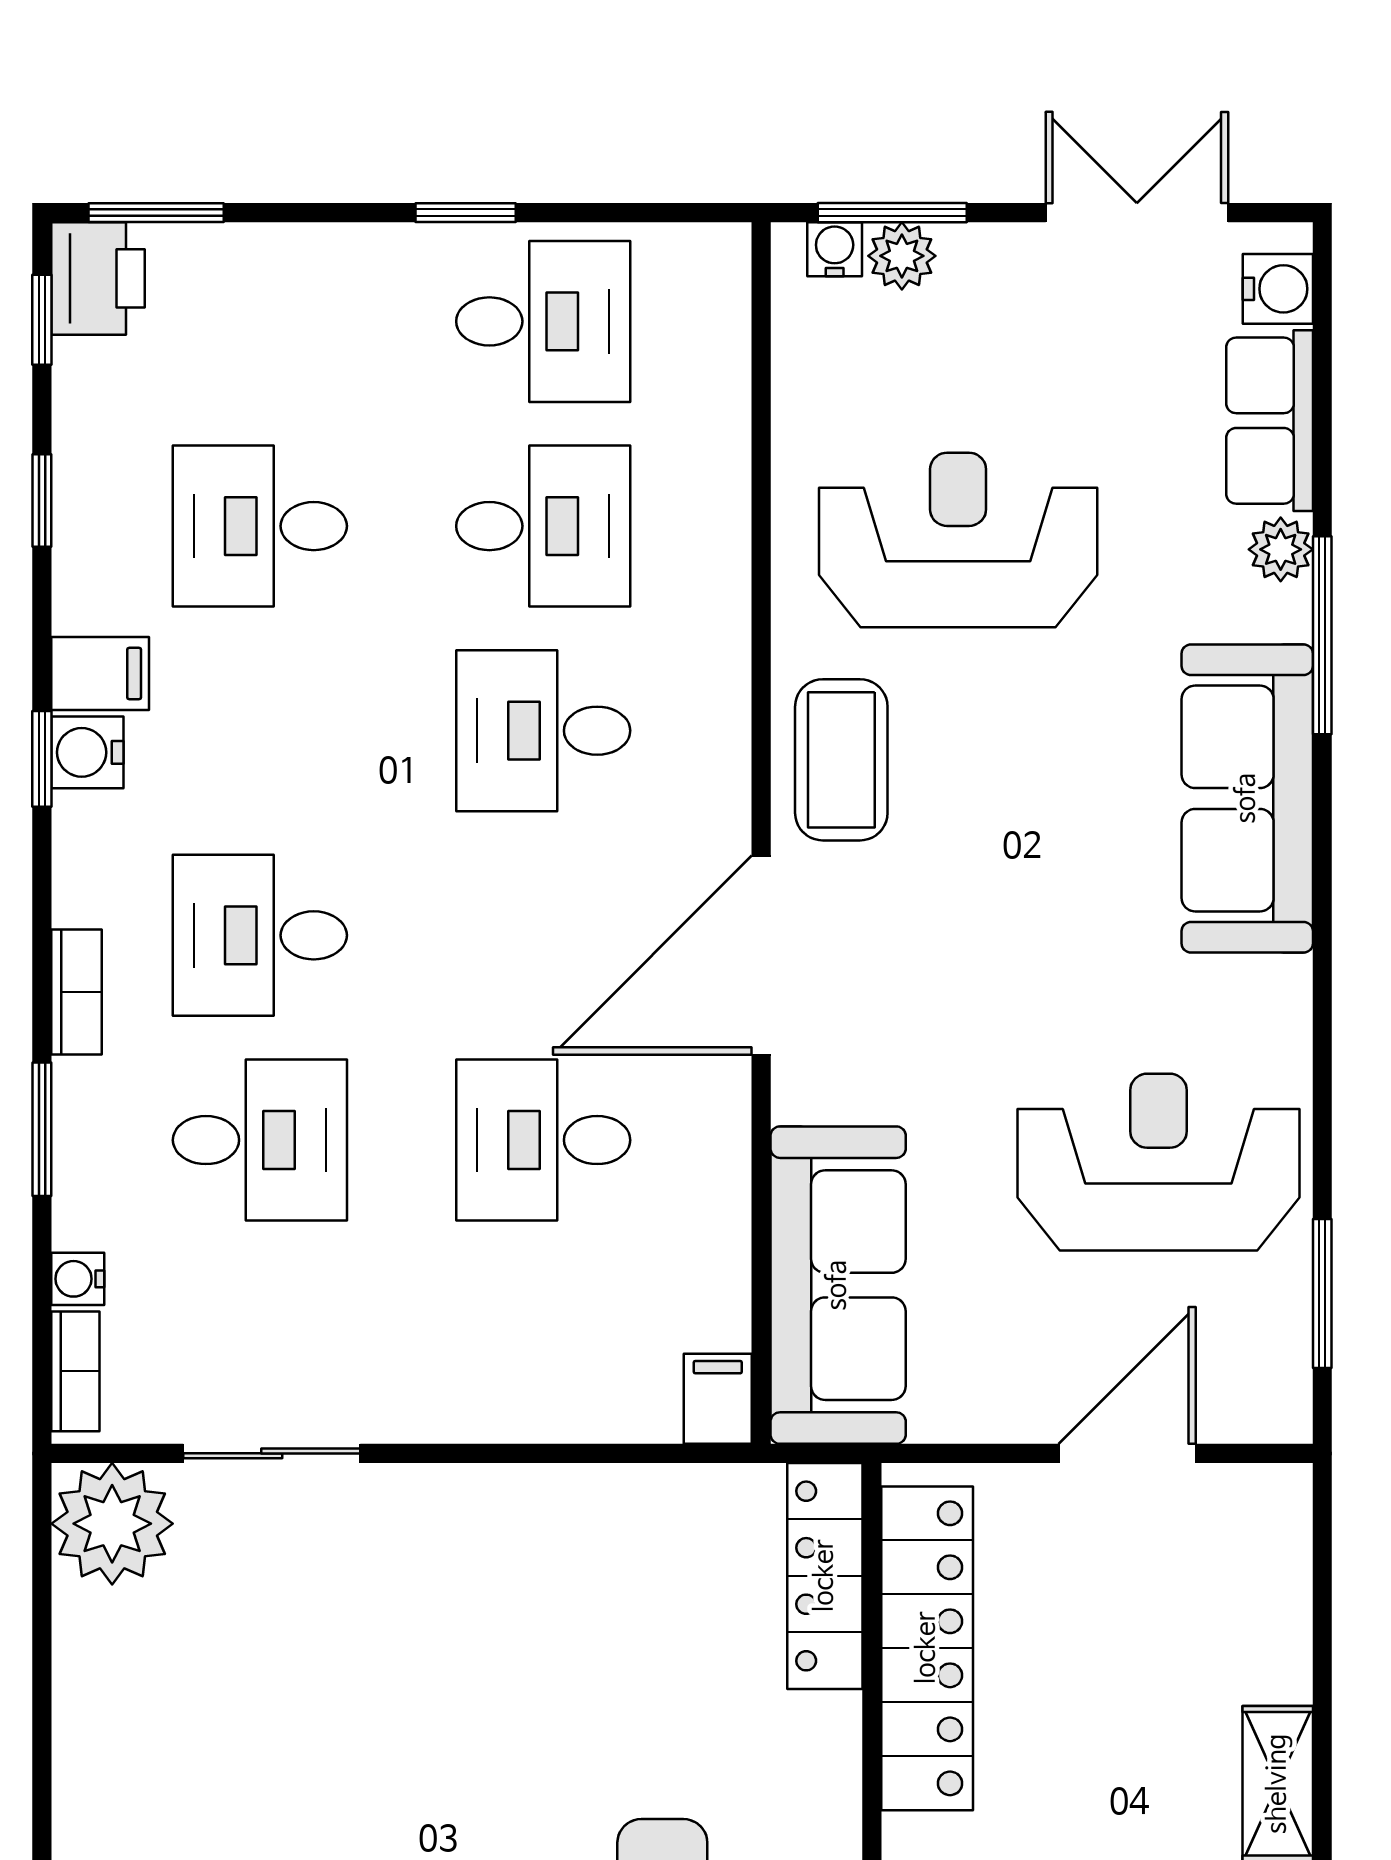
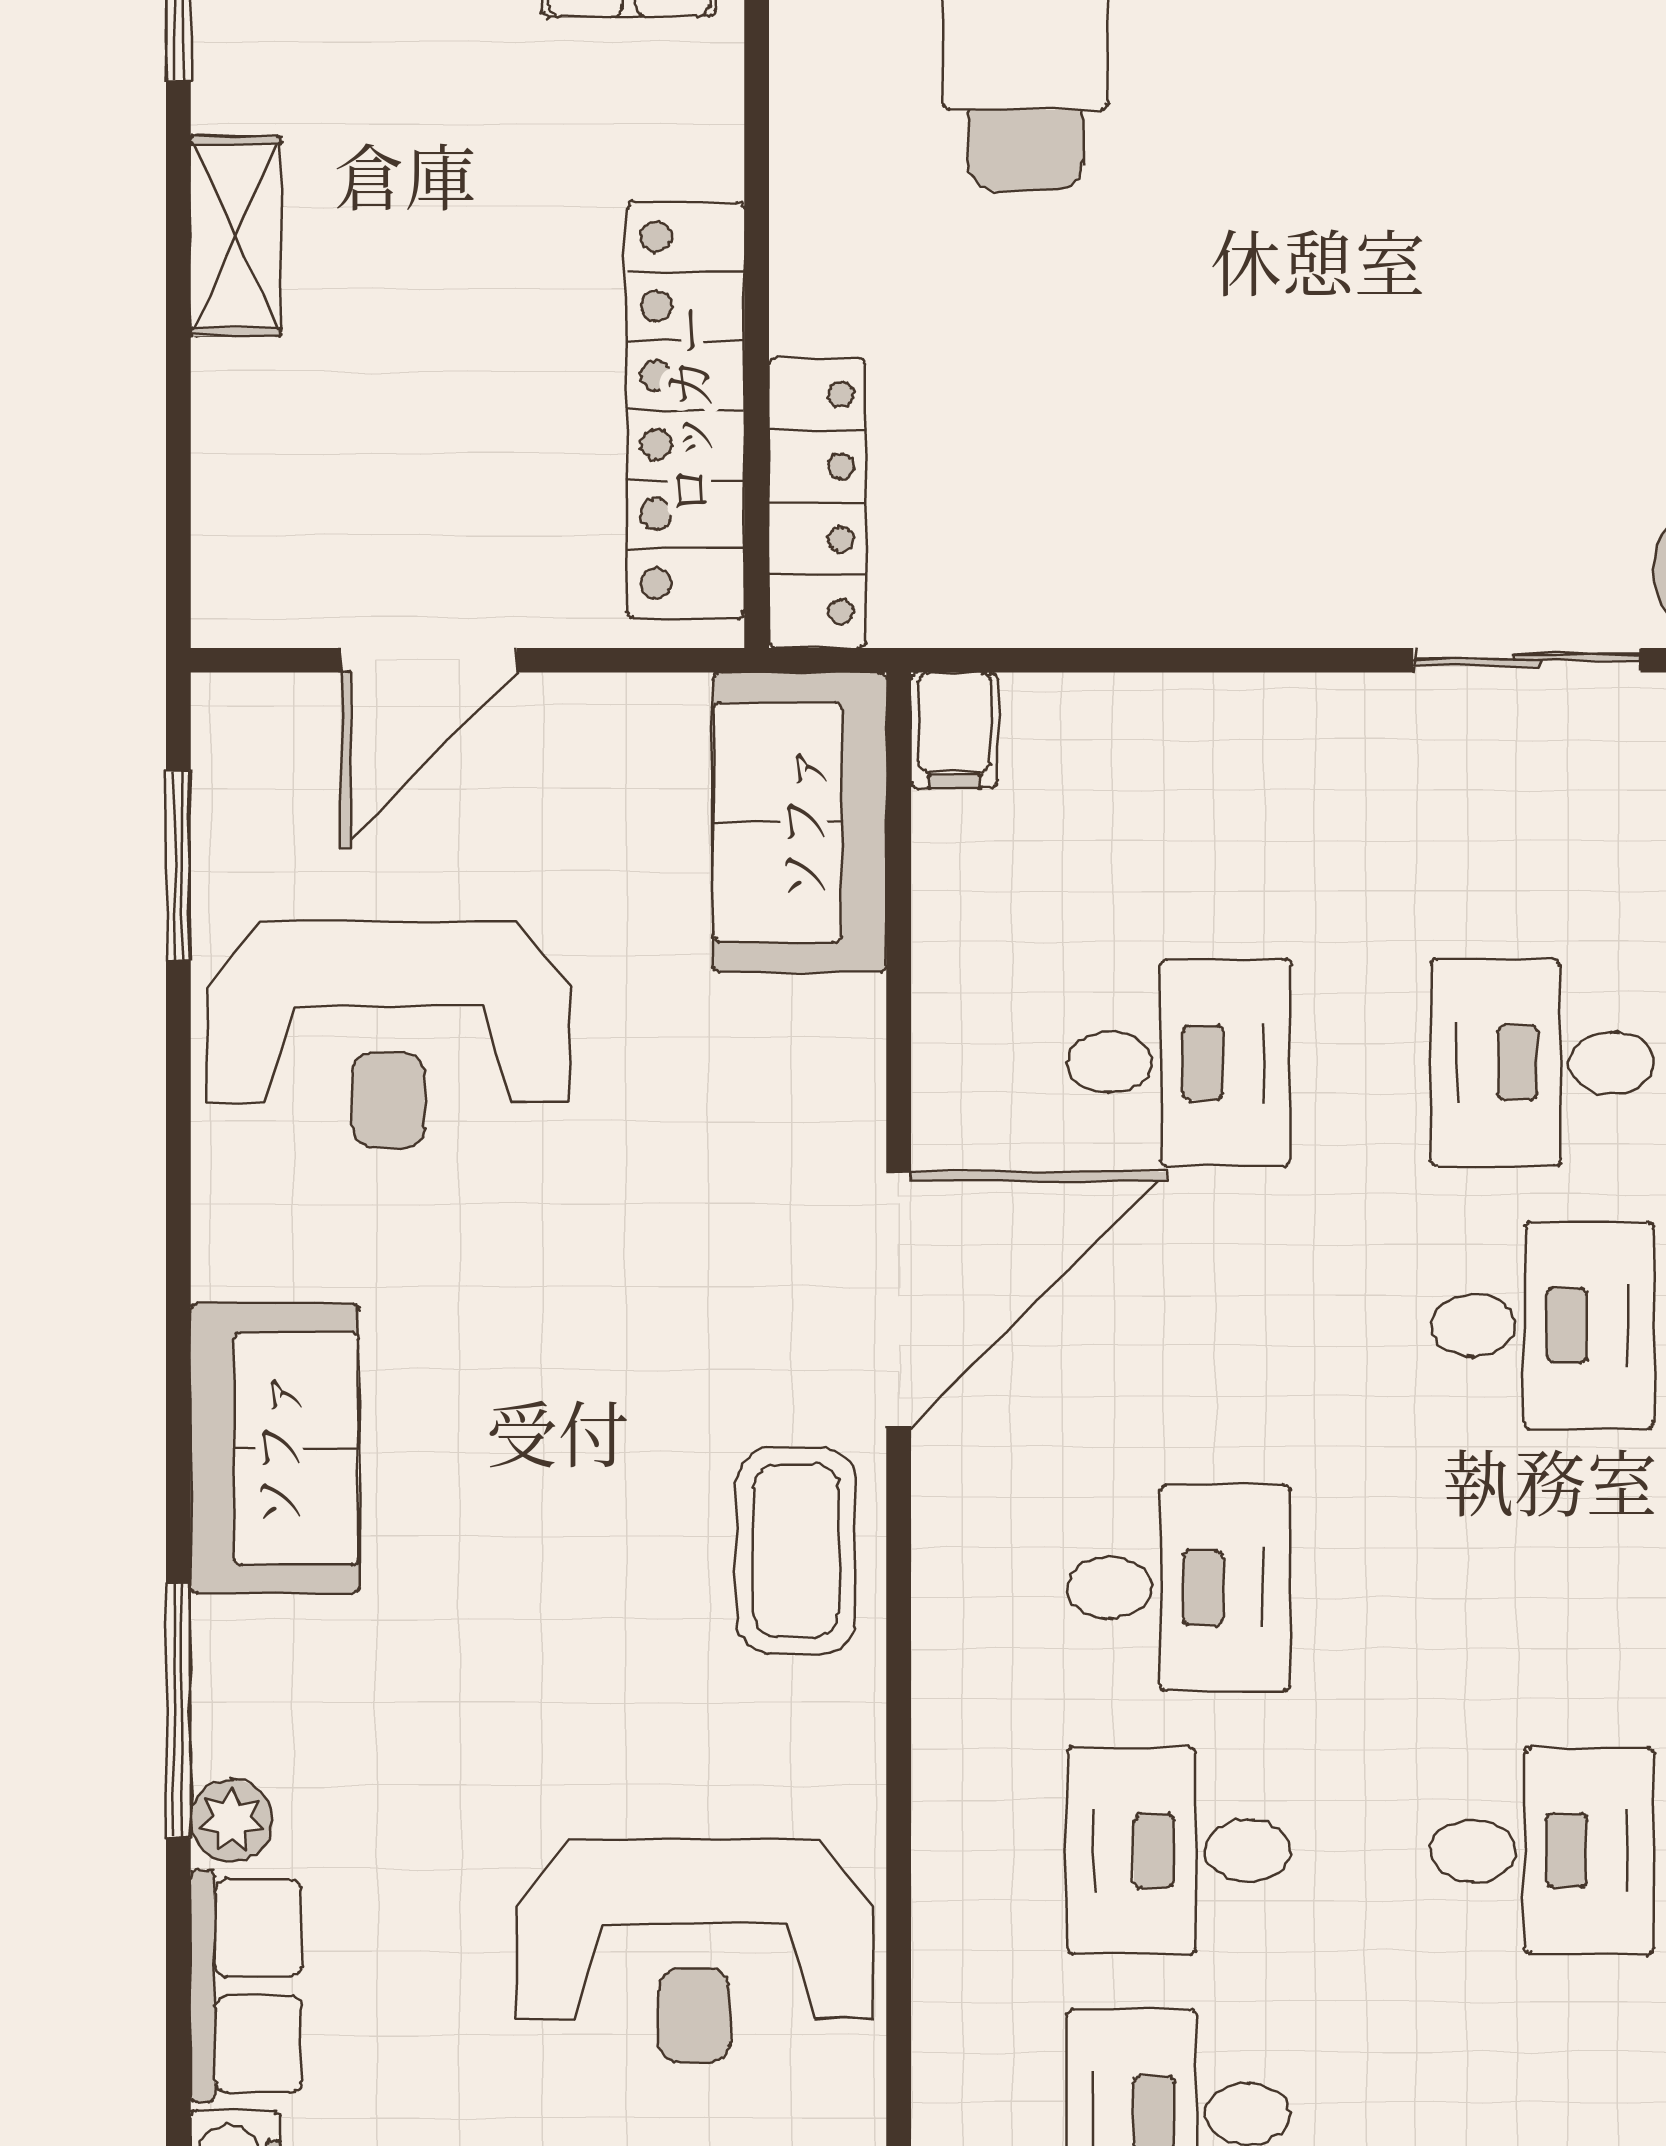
reception desk: (958, 540) -> (694, 1951), moved
sofa: (1247, 798) -> (275, 1448), width x0.73
sofa: (838, 1285) -> (800, 822), width x0.73

